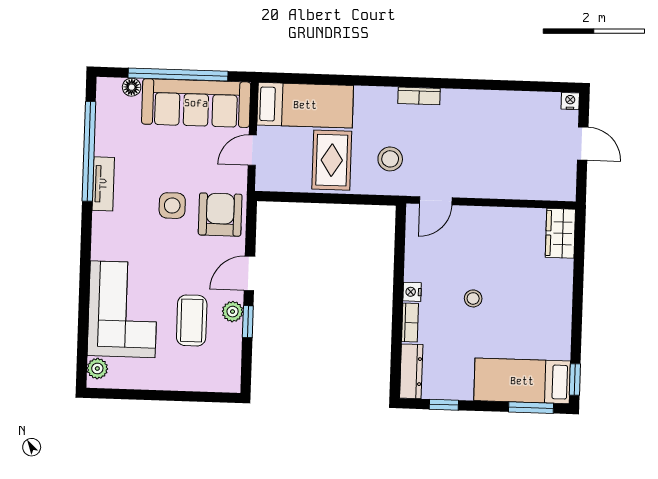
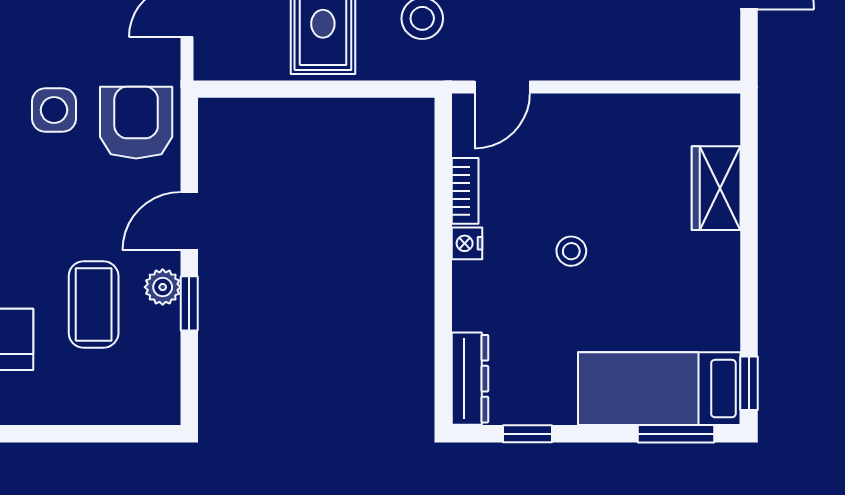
wardrobe: (560, 233) -> (716, 188), moved
bookcase: (410, 323) -> (465, 191), moved

